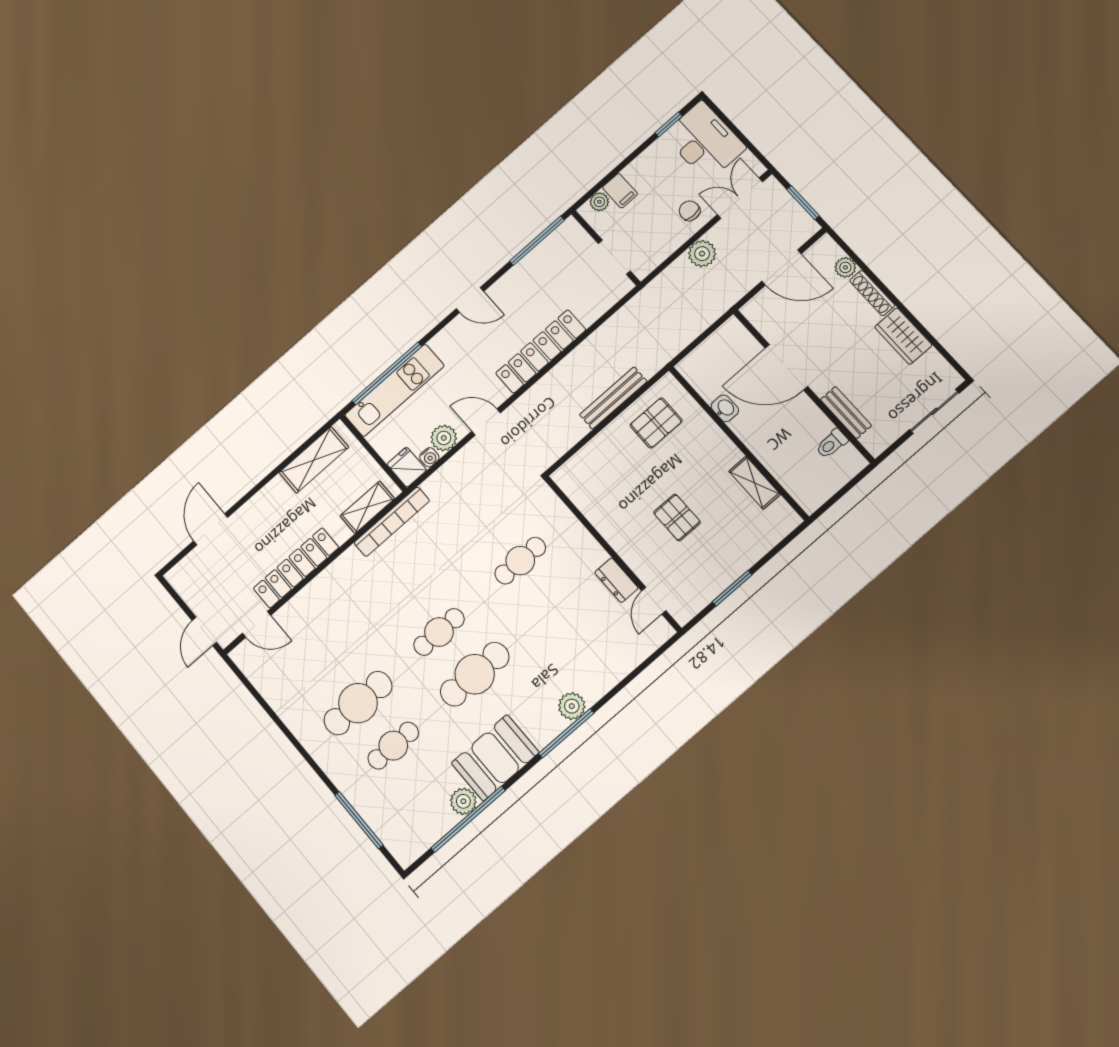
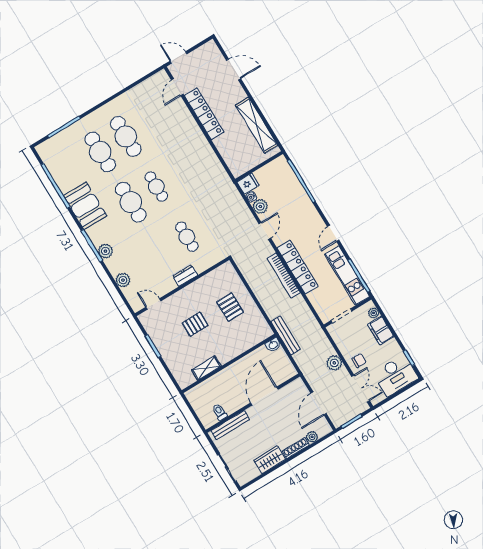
filing cabinet: (620, 191) -> (381, 330), width x2.00
kitchen unit: (394, 390) -> (347, 275), moved
bench: (613, 398) -> (286, 335), moved
washbasin: (725, 408) -> (273, 345), moved
bench: (846, 413) -> (230, 425), width x1.36
pallet: (656, 423) -> (230, 307), moved
shelving: (314, 460) -> (257, 125), width x1.47
shelving: (367, 507) -> (230, 158), removed
bookcase: (392, 522) -> (284, 276), moved
dresser: (616, 580) -> (185, 276), moved
cafe table: (393, 746) -> (100, 152), width x1.37, depth x1.35
plant: (463, 801) -> (123, 280), moved

